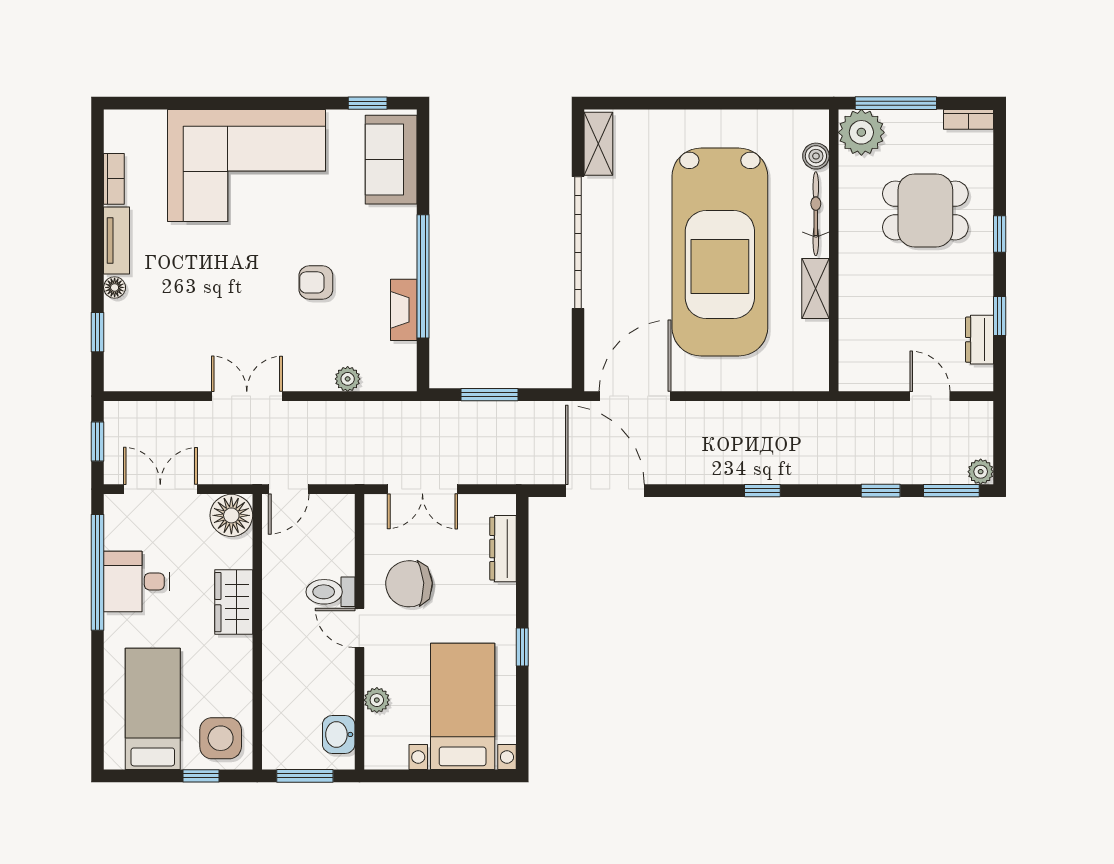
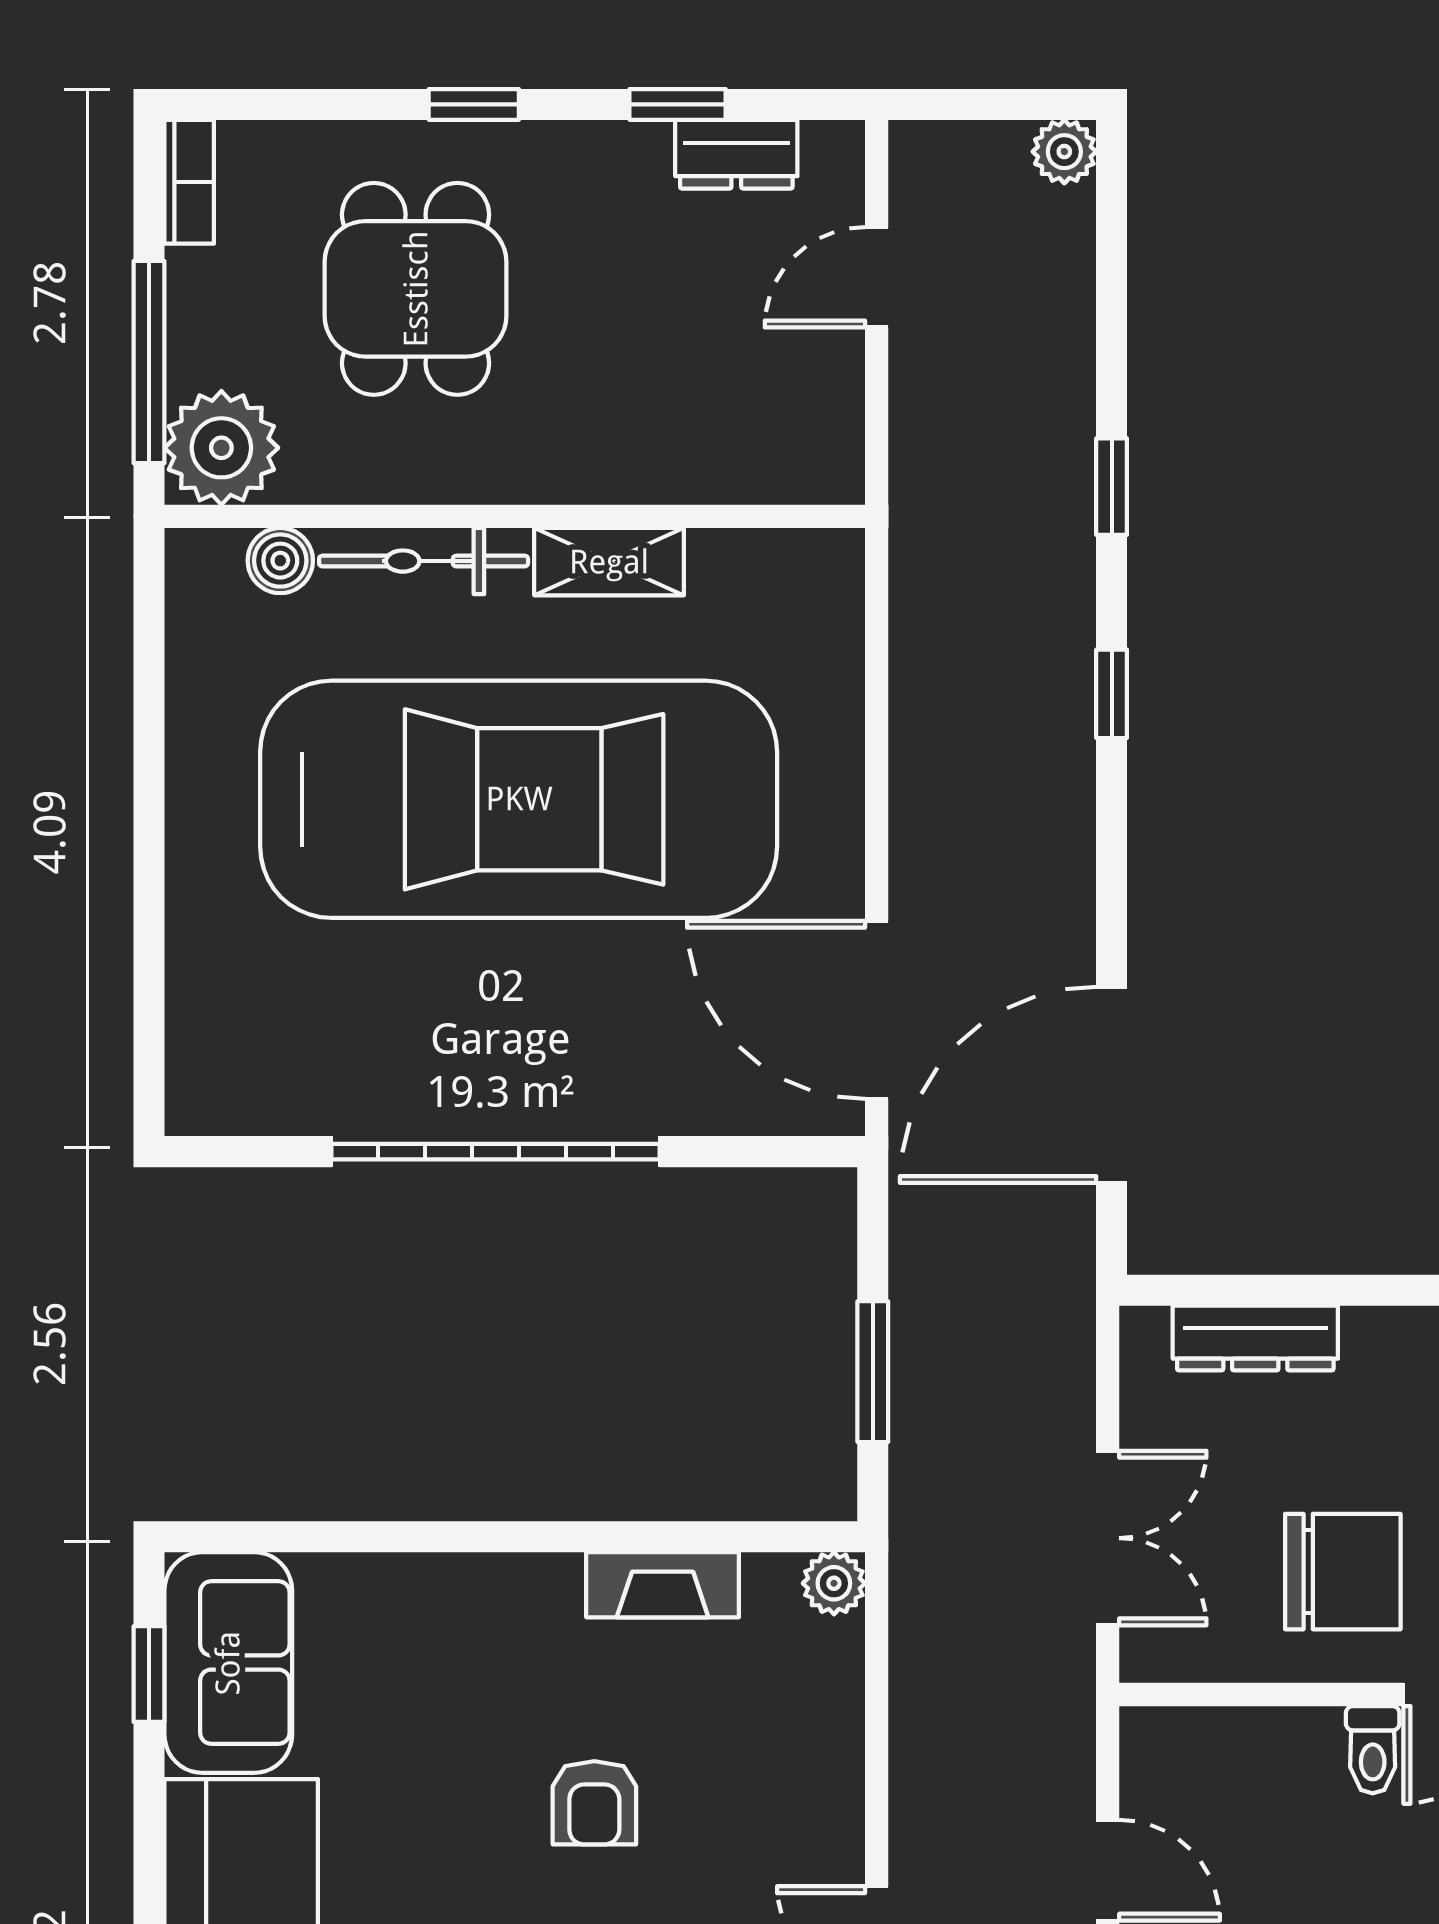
shelving: (598, 144) -> (250, 1101), removed
sofa: (391, 160) -> (228, 1663), moved, turned -90
window: (423, 276) -> (579, 1537), removed
plant: (348, 379) -> (834, 1583), moved
window: (881, 491) -> (1112, 487), moved
window: (951, 491) -> (1112, 224), removed
chair: (409, 584) -> (1343, 1572), turned -87
toilet: (330, 592) -> (1373, 1750), width x0.73, depth x0.72

